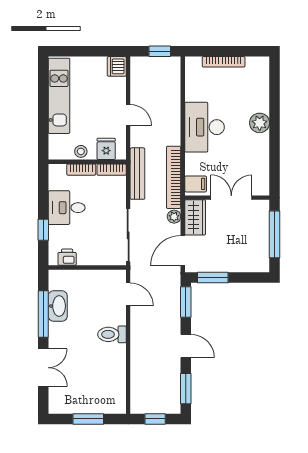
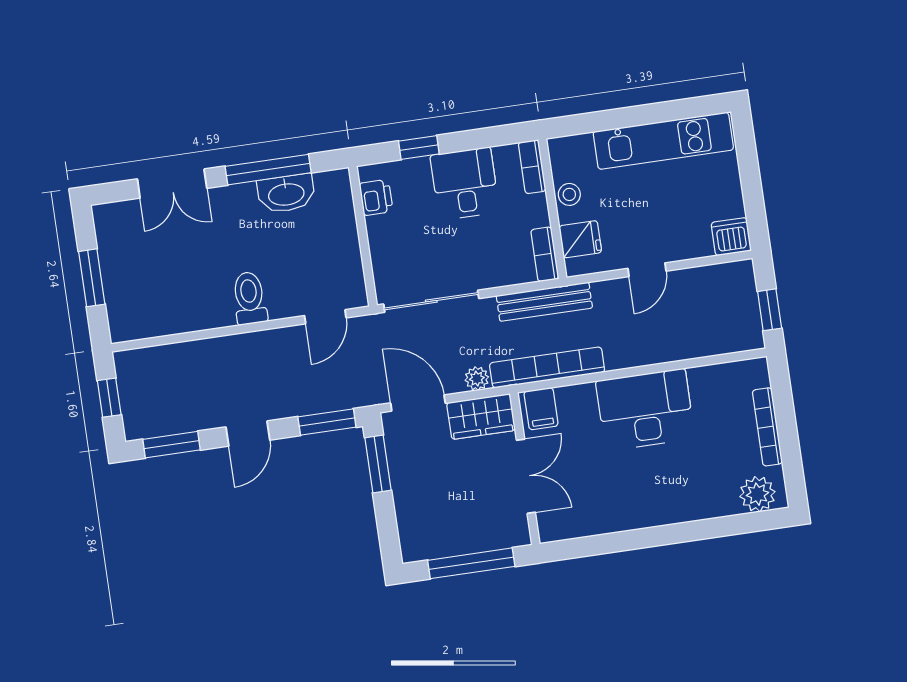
plant: (260, 123) -> (757, 494), moved
bookcase: (81, 170) -> (532, 167), moved

